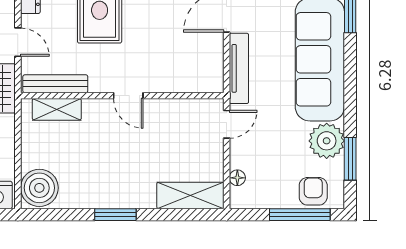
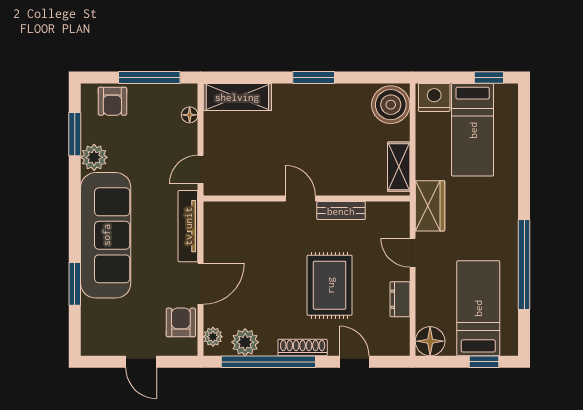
bench: (55, 84) -> (341, 211), moved, width x0.73
shelving: (57, 109) -> (399, 167), moved, turned 90
plant: (327, 141) -> (94, 157), width x0.73, depth x0.73
window: (300, 215) -> (149, 78), moved

